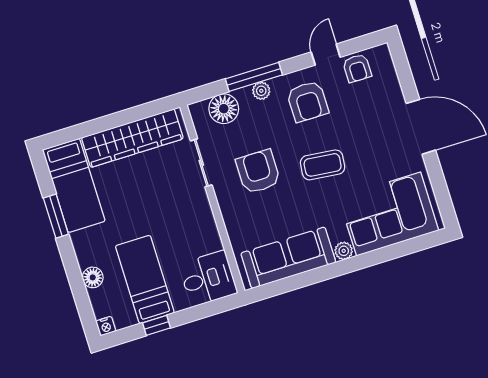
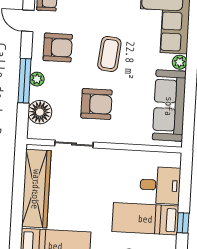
armchair: (258, 172) -> (97, 104), turned 180
desk: (208, 279) -> (160, 185), moved, turned 90

